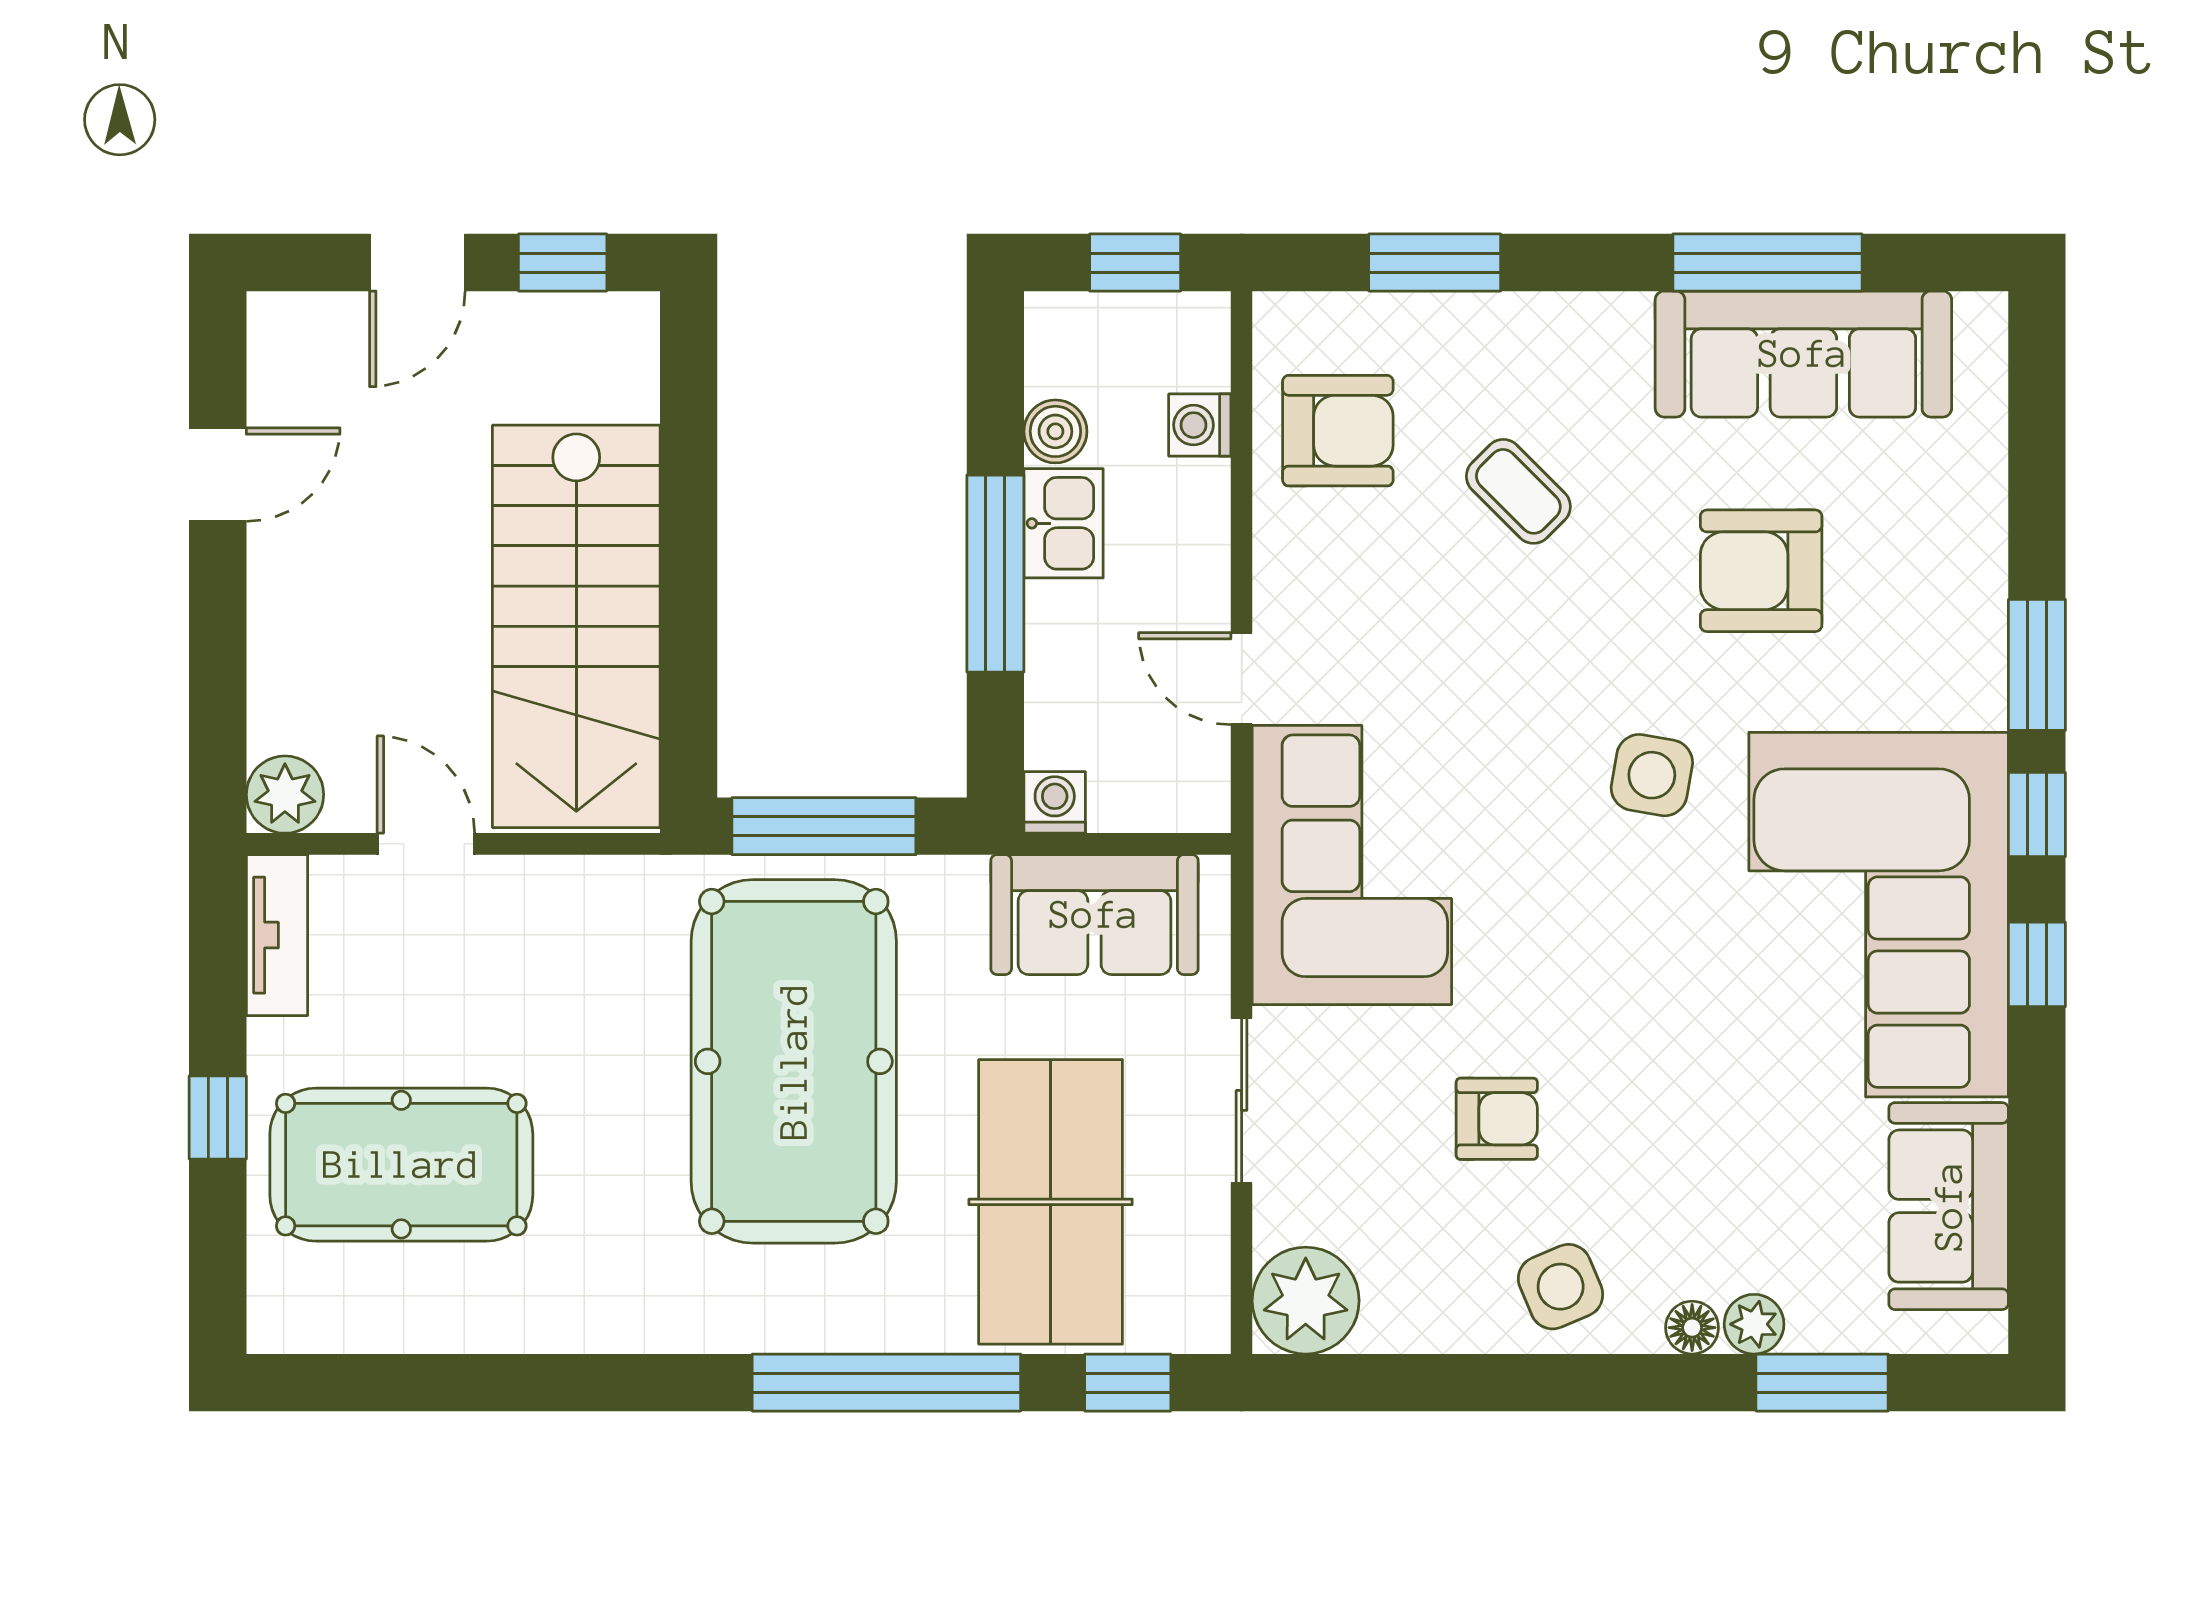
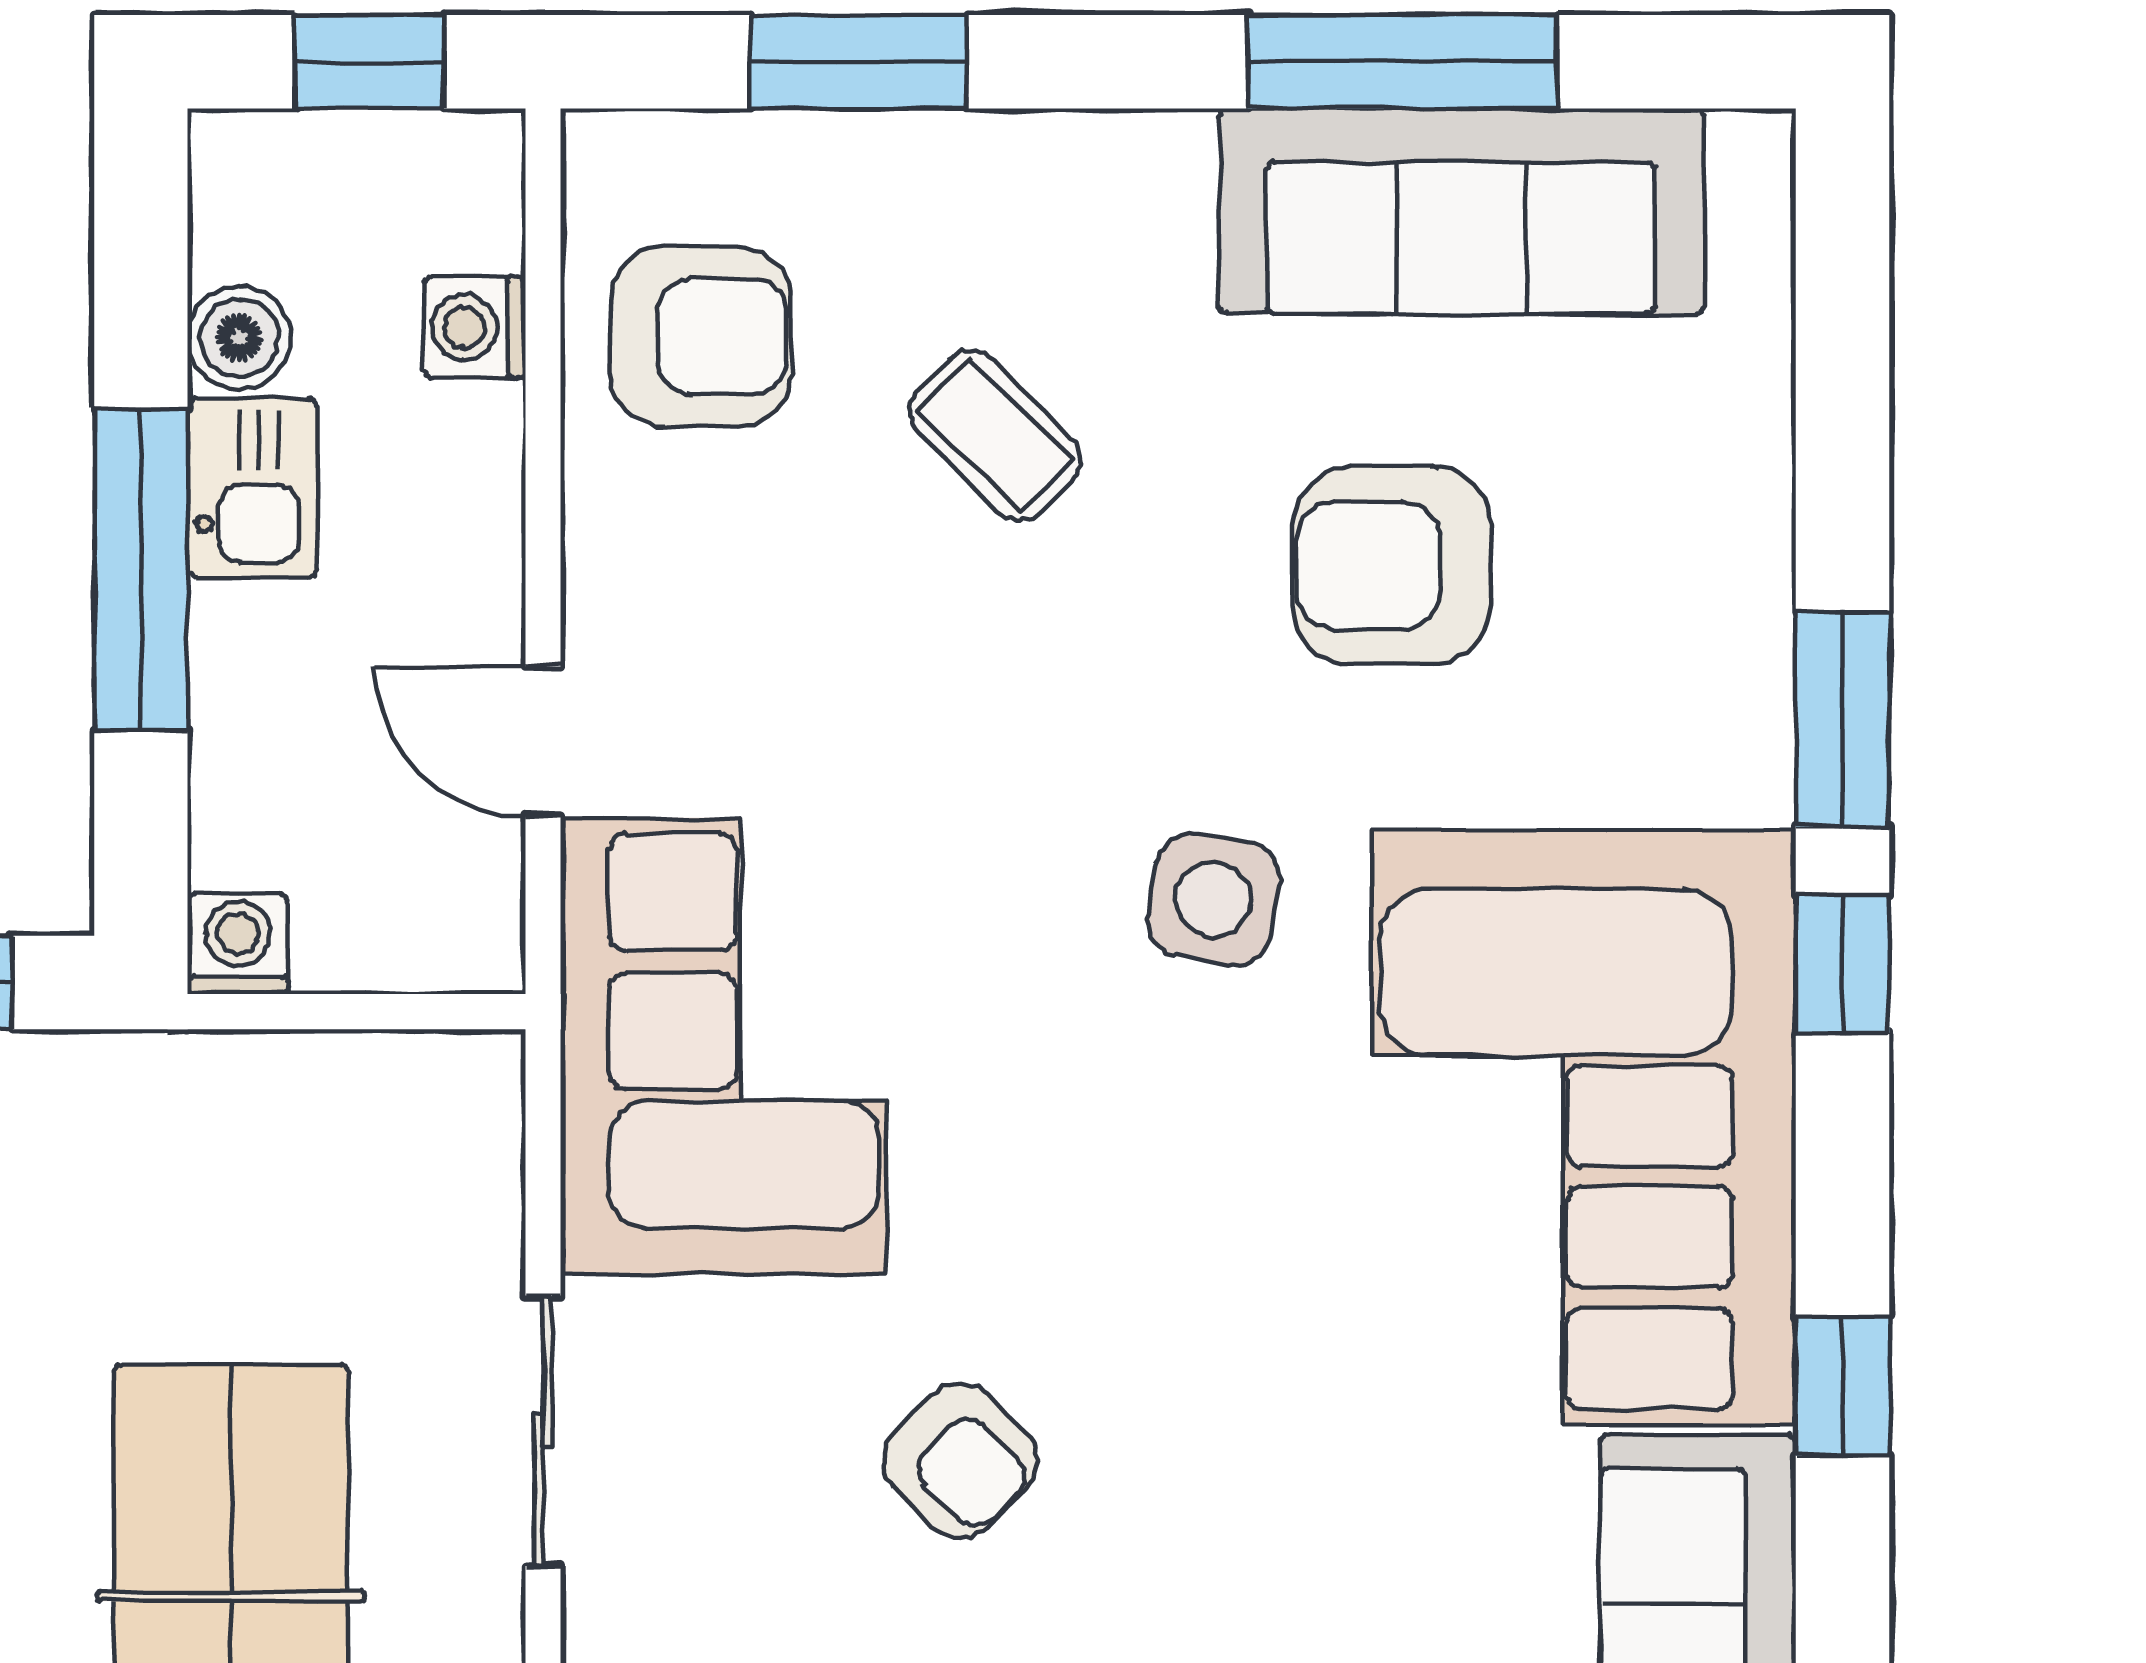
sofa: (1094, 915) -> (303, 1127), removed
window: (2037, 964) -> (1843, 1386), moved
armchair: (1497, 1119) -> (960, 1461), turned 45

